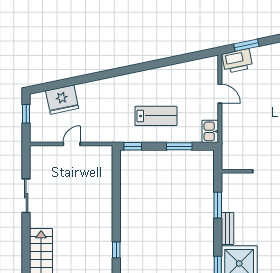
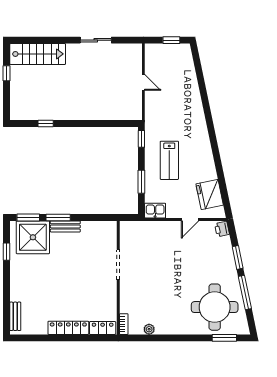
window: (246, 45) -> (238, 257), moved
printer: (237, 61) -> (222, 229), width x0.53, depth x0.68
fridge: (62, 100) -> (210, 194), moved
window: (218, 205) -> (58, 217), moved

